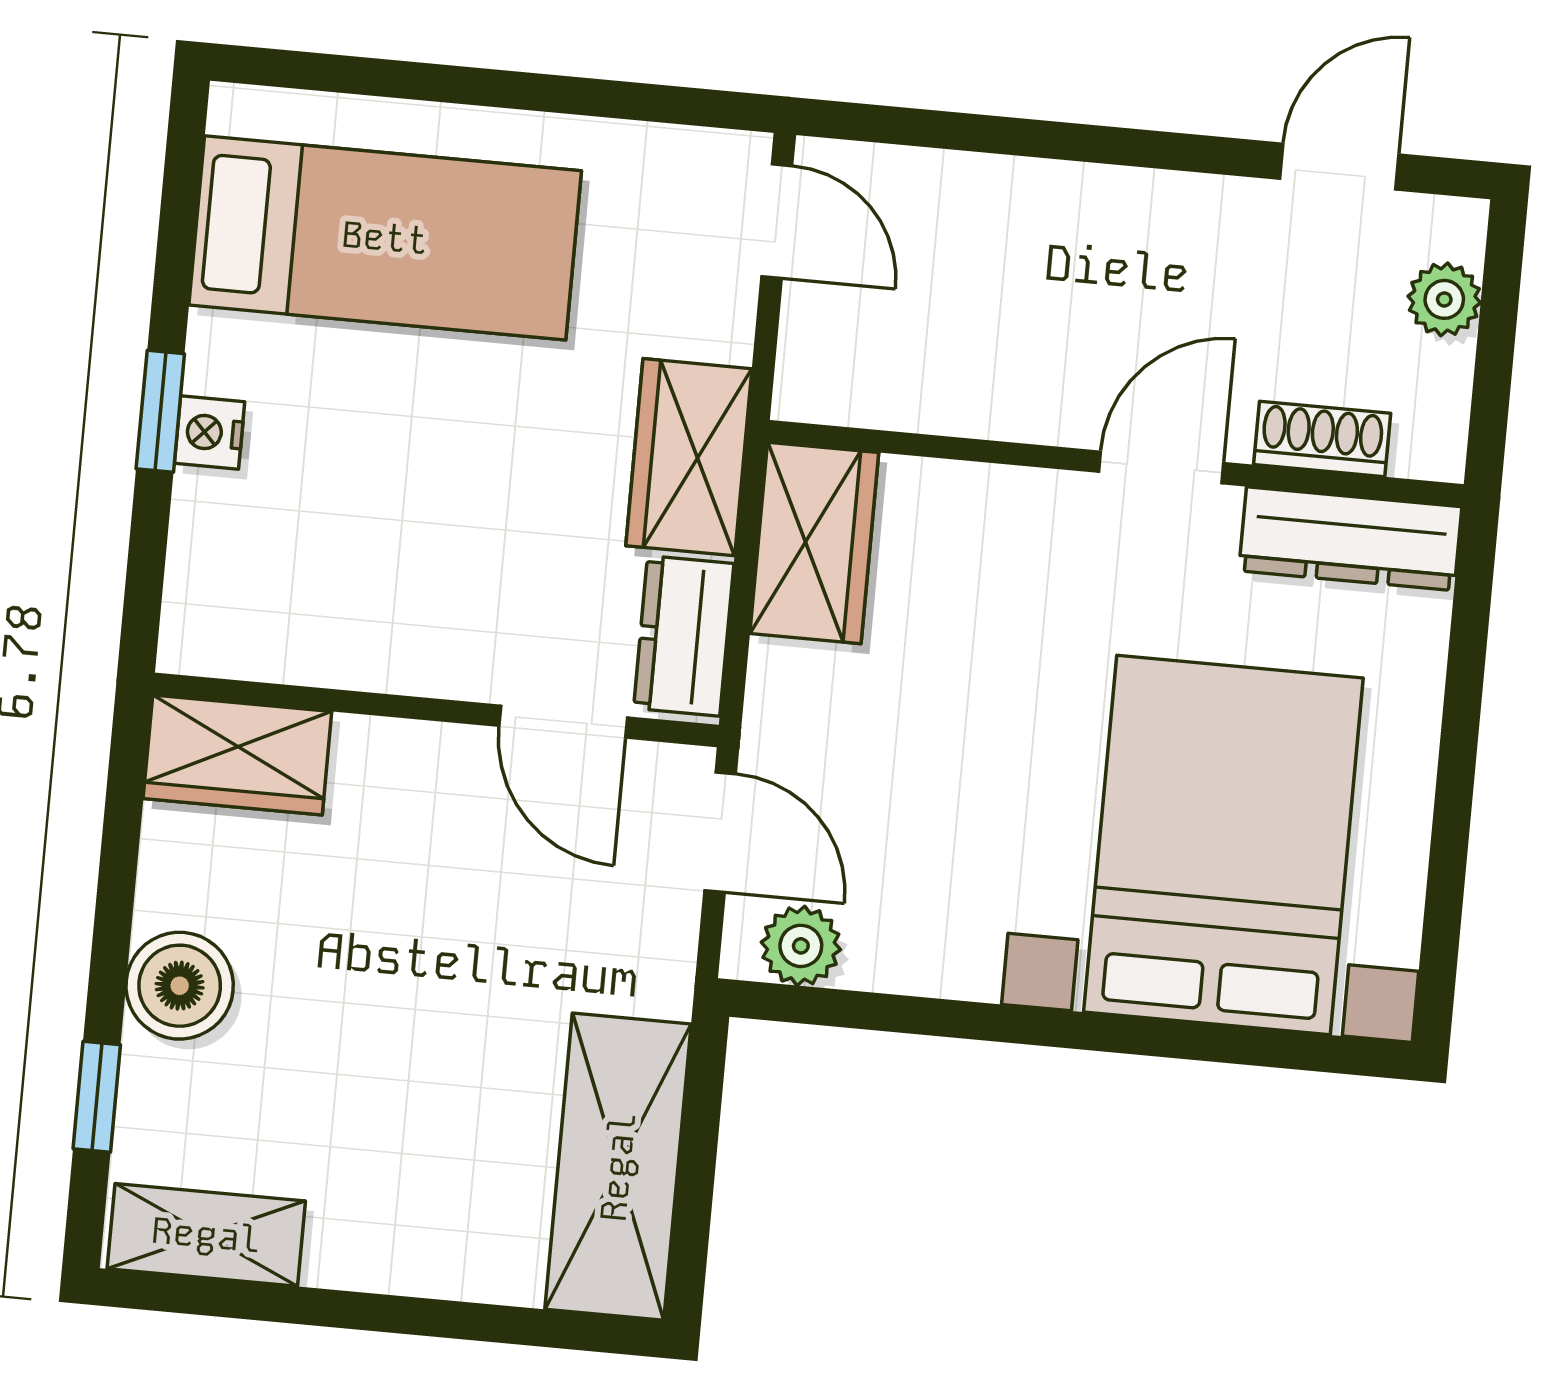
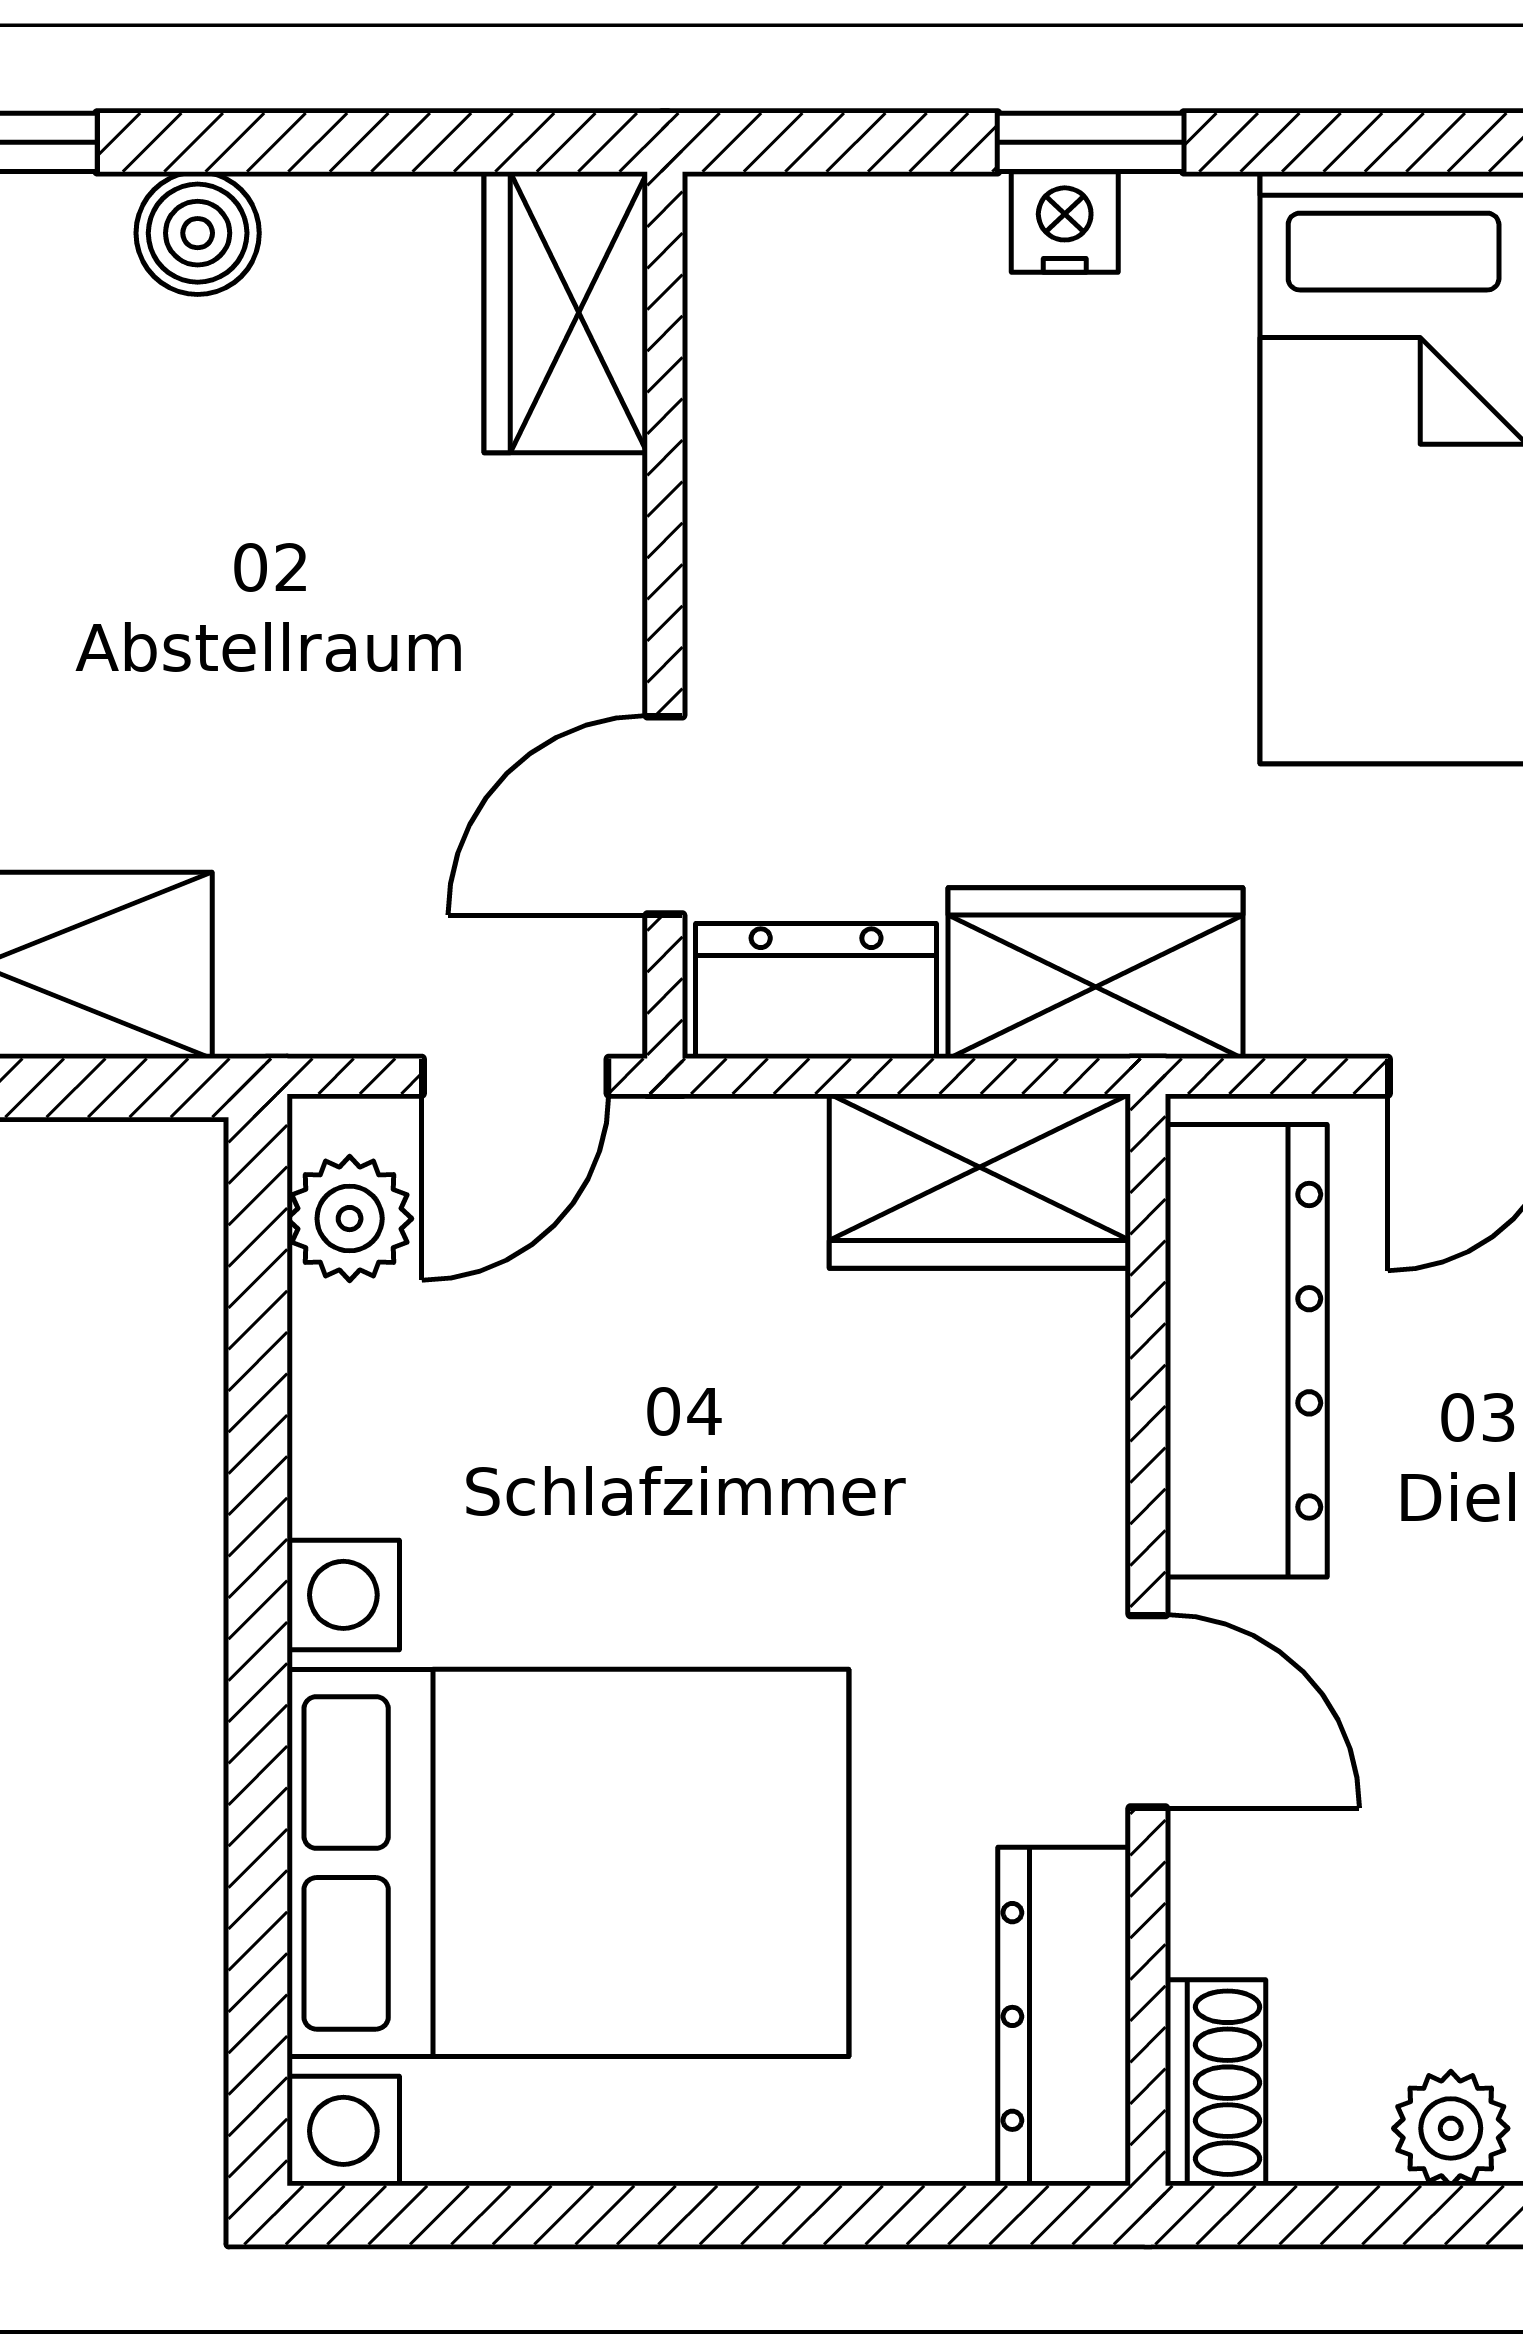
dresser: (938, 384) -> (1246, 1351), added
shoe rack: (1322, 439) -> (1216, 2083), moved
boiler: (180, 986) -> (198, 233), width x0.73, depth x0.73

